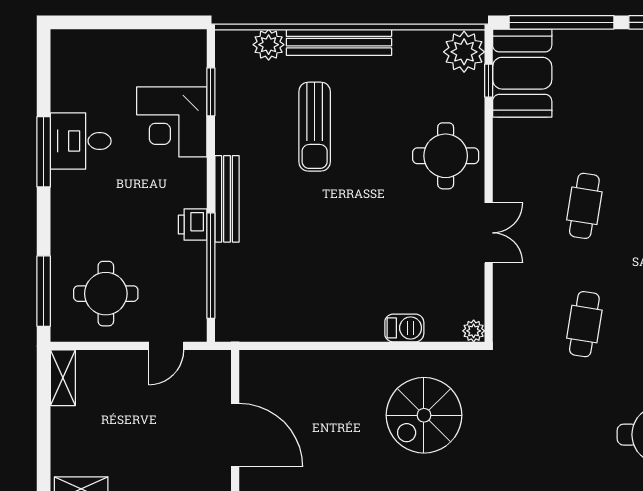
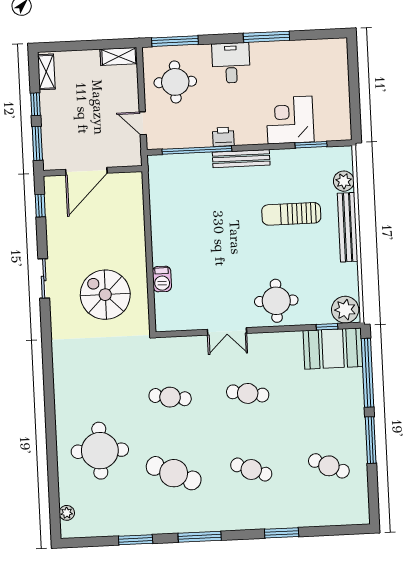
desk: (81, 141) -> (231, 63), moved
plant: (474, 331) -> (162, 325), removed

